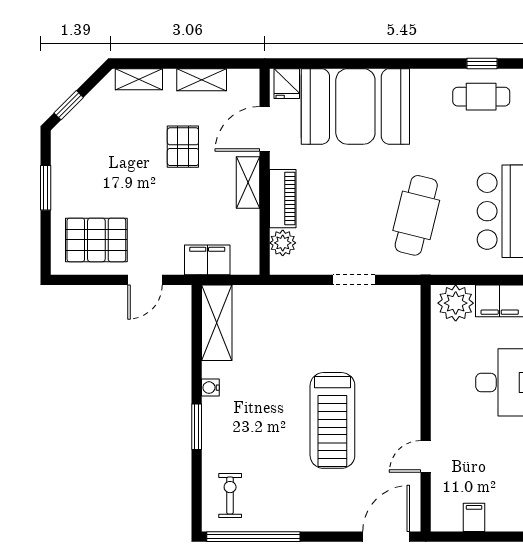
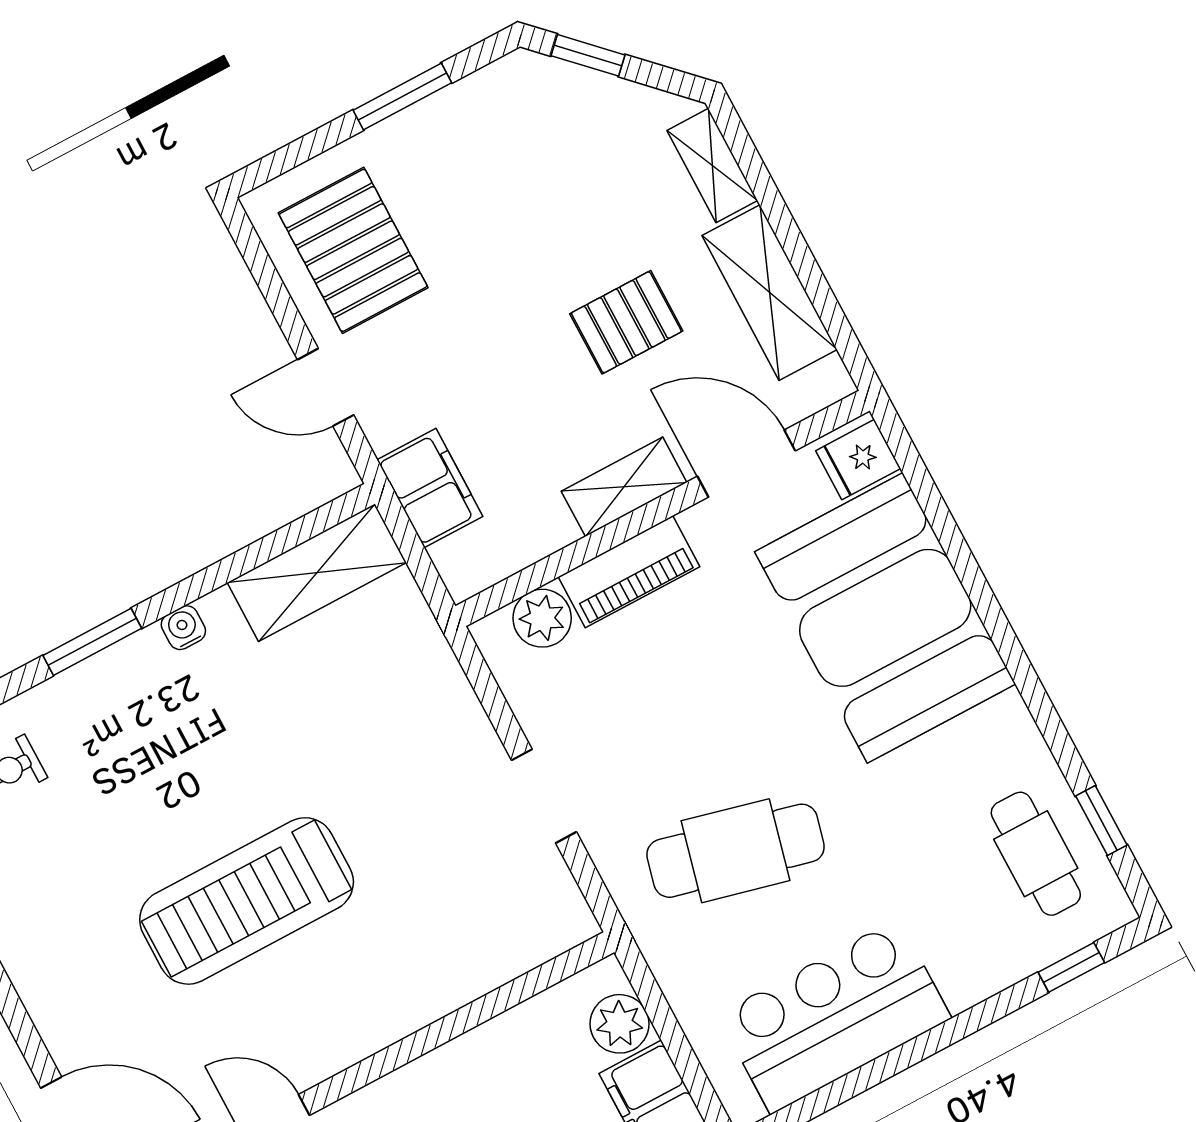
shelving: (202, 80) -> (770, 293), width x1.50, depth x1.33
plant: (456, 303) -> (620, 1024), width x0.73, depth x0.73

